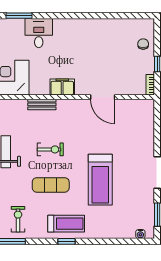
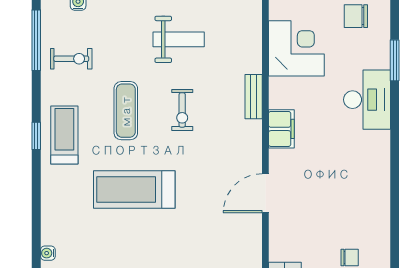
desk: (39, 33) -> (367, 100), width x1.37
treadmill: (66, 224) -> (64, 135), turned 180

